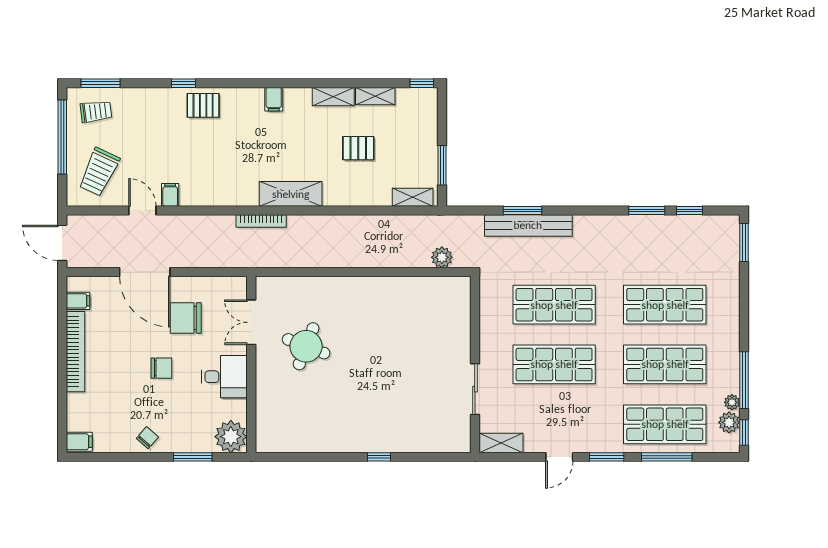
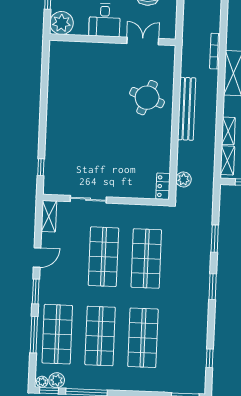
shelving: (372, 198) -> (228, 131), added
window: (647, 210) -> (213, 287), moved
bench: (528, 225) -> (187, 109), moved
locker: (452, 285) -> (163, 186), added
round table: (306, 346) -> (147, 98), moved
plant: (732, 402) -> (42, 382), moved
window: (379, 457) -> (41, 167), moved
door: (559, 457) -> (37, 258), swing flipped

